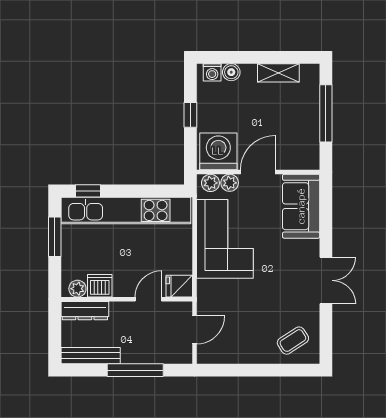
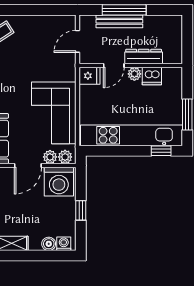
plant: (77, 289) -> (134, 74), moved
dresser: (85, 311) -> (144, 57), moved
bench: (91, 356) -> (119, 21), moved

